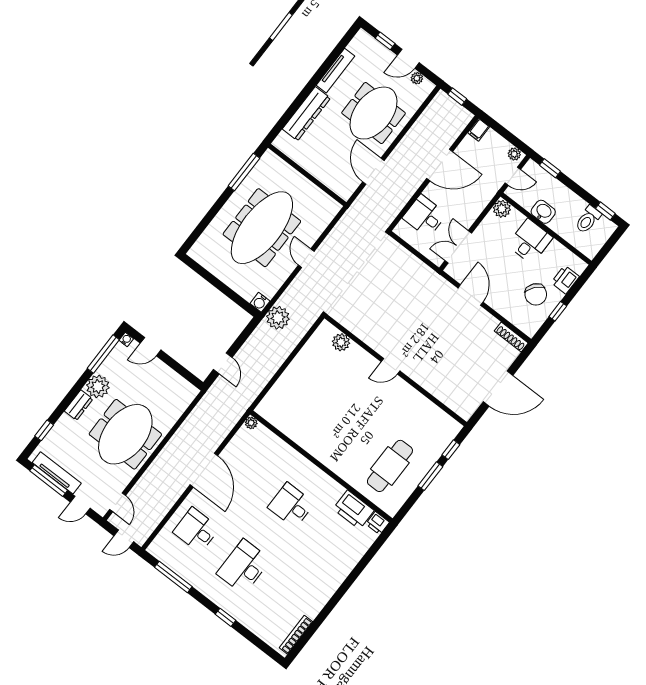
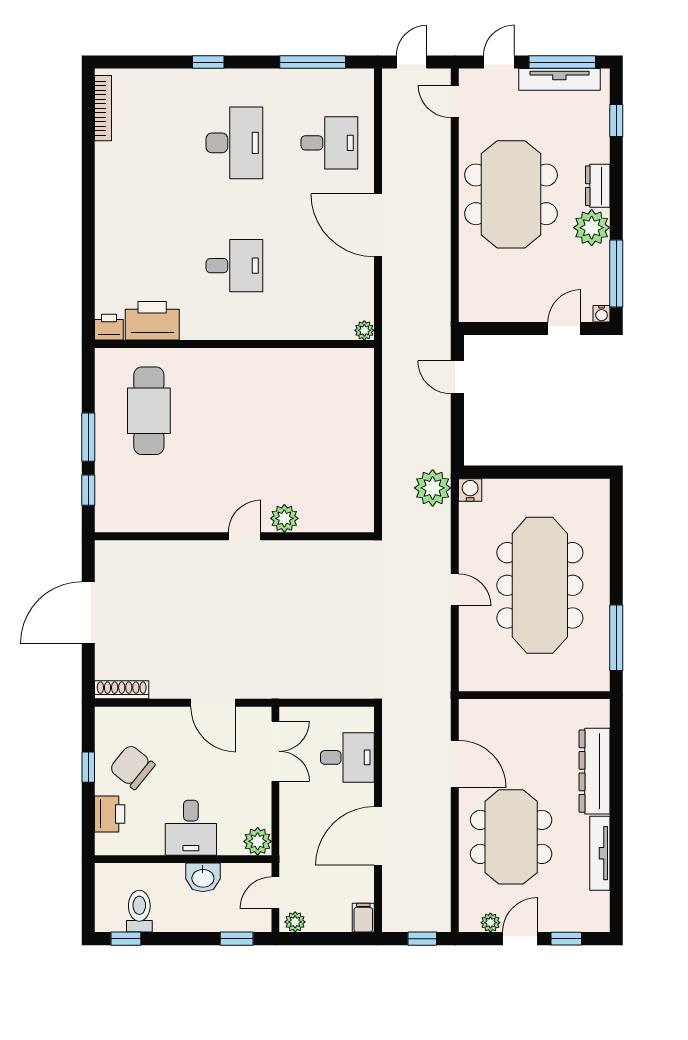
plant: (341, 342) -> (284, 518), moved

